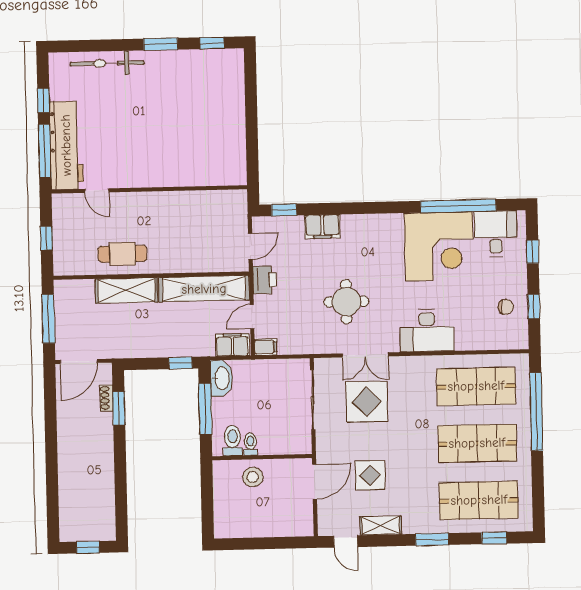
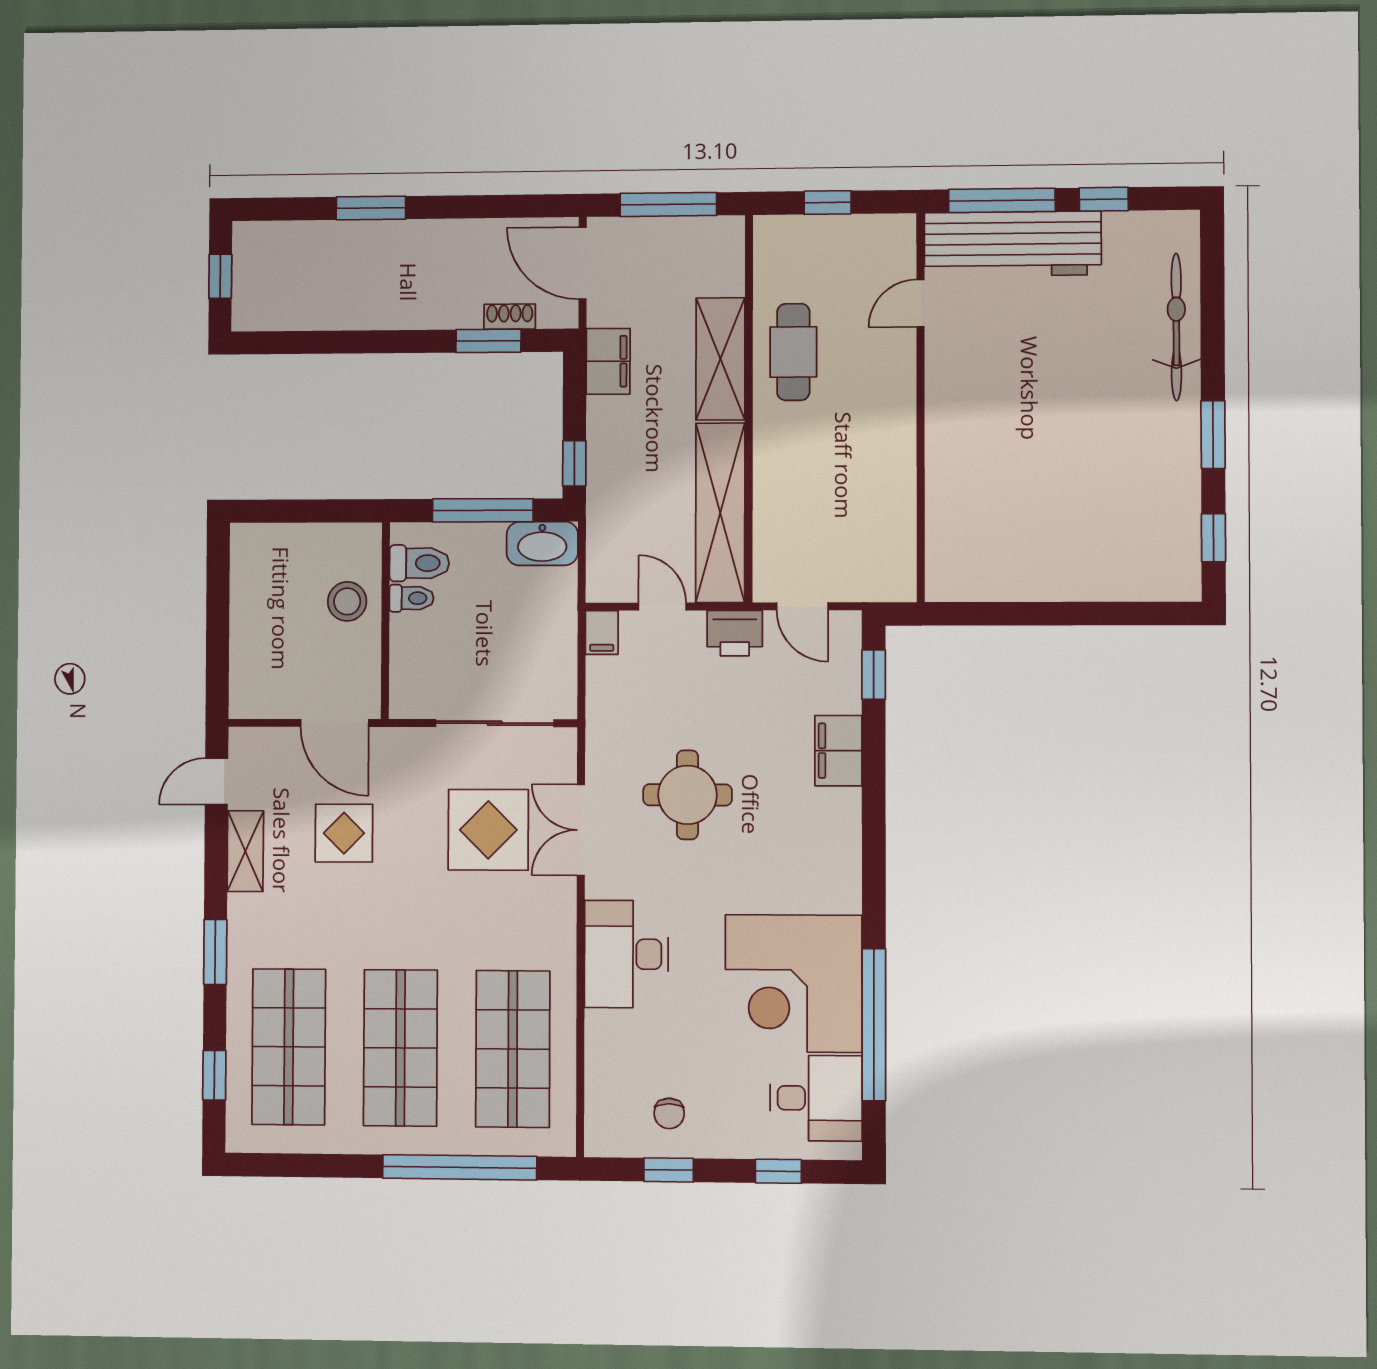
filing cabinet: (232, 345) -> (608, 361), moved
window: (52, 470) -> (371, 208), added

